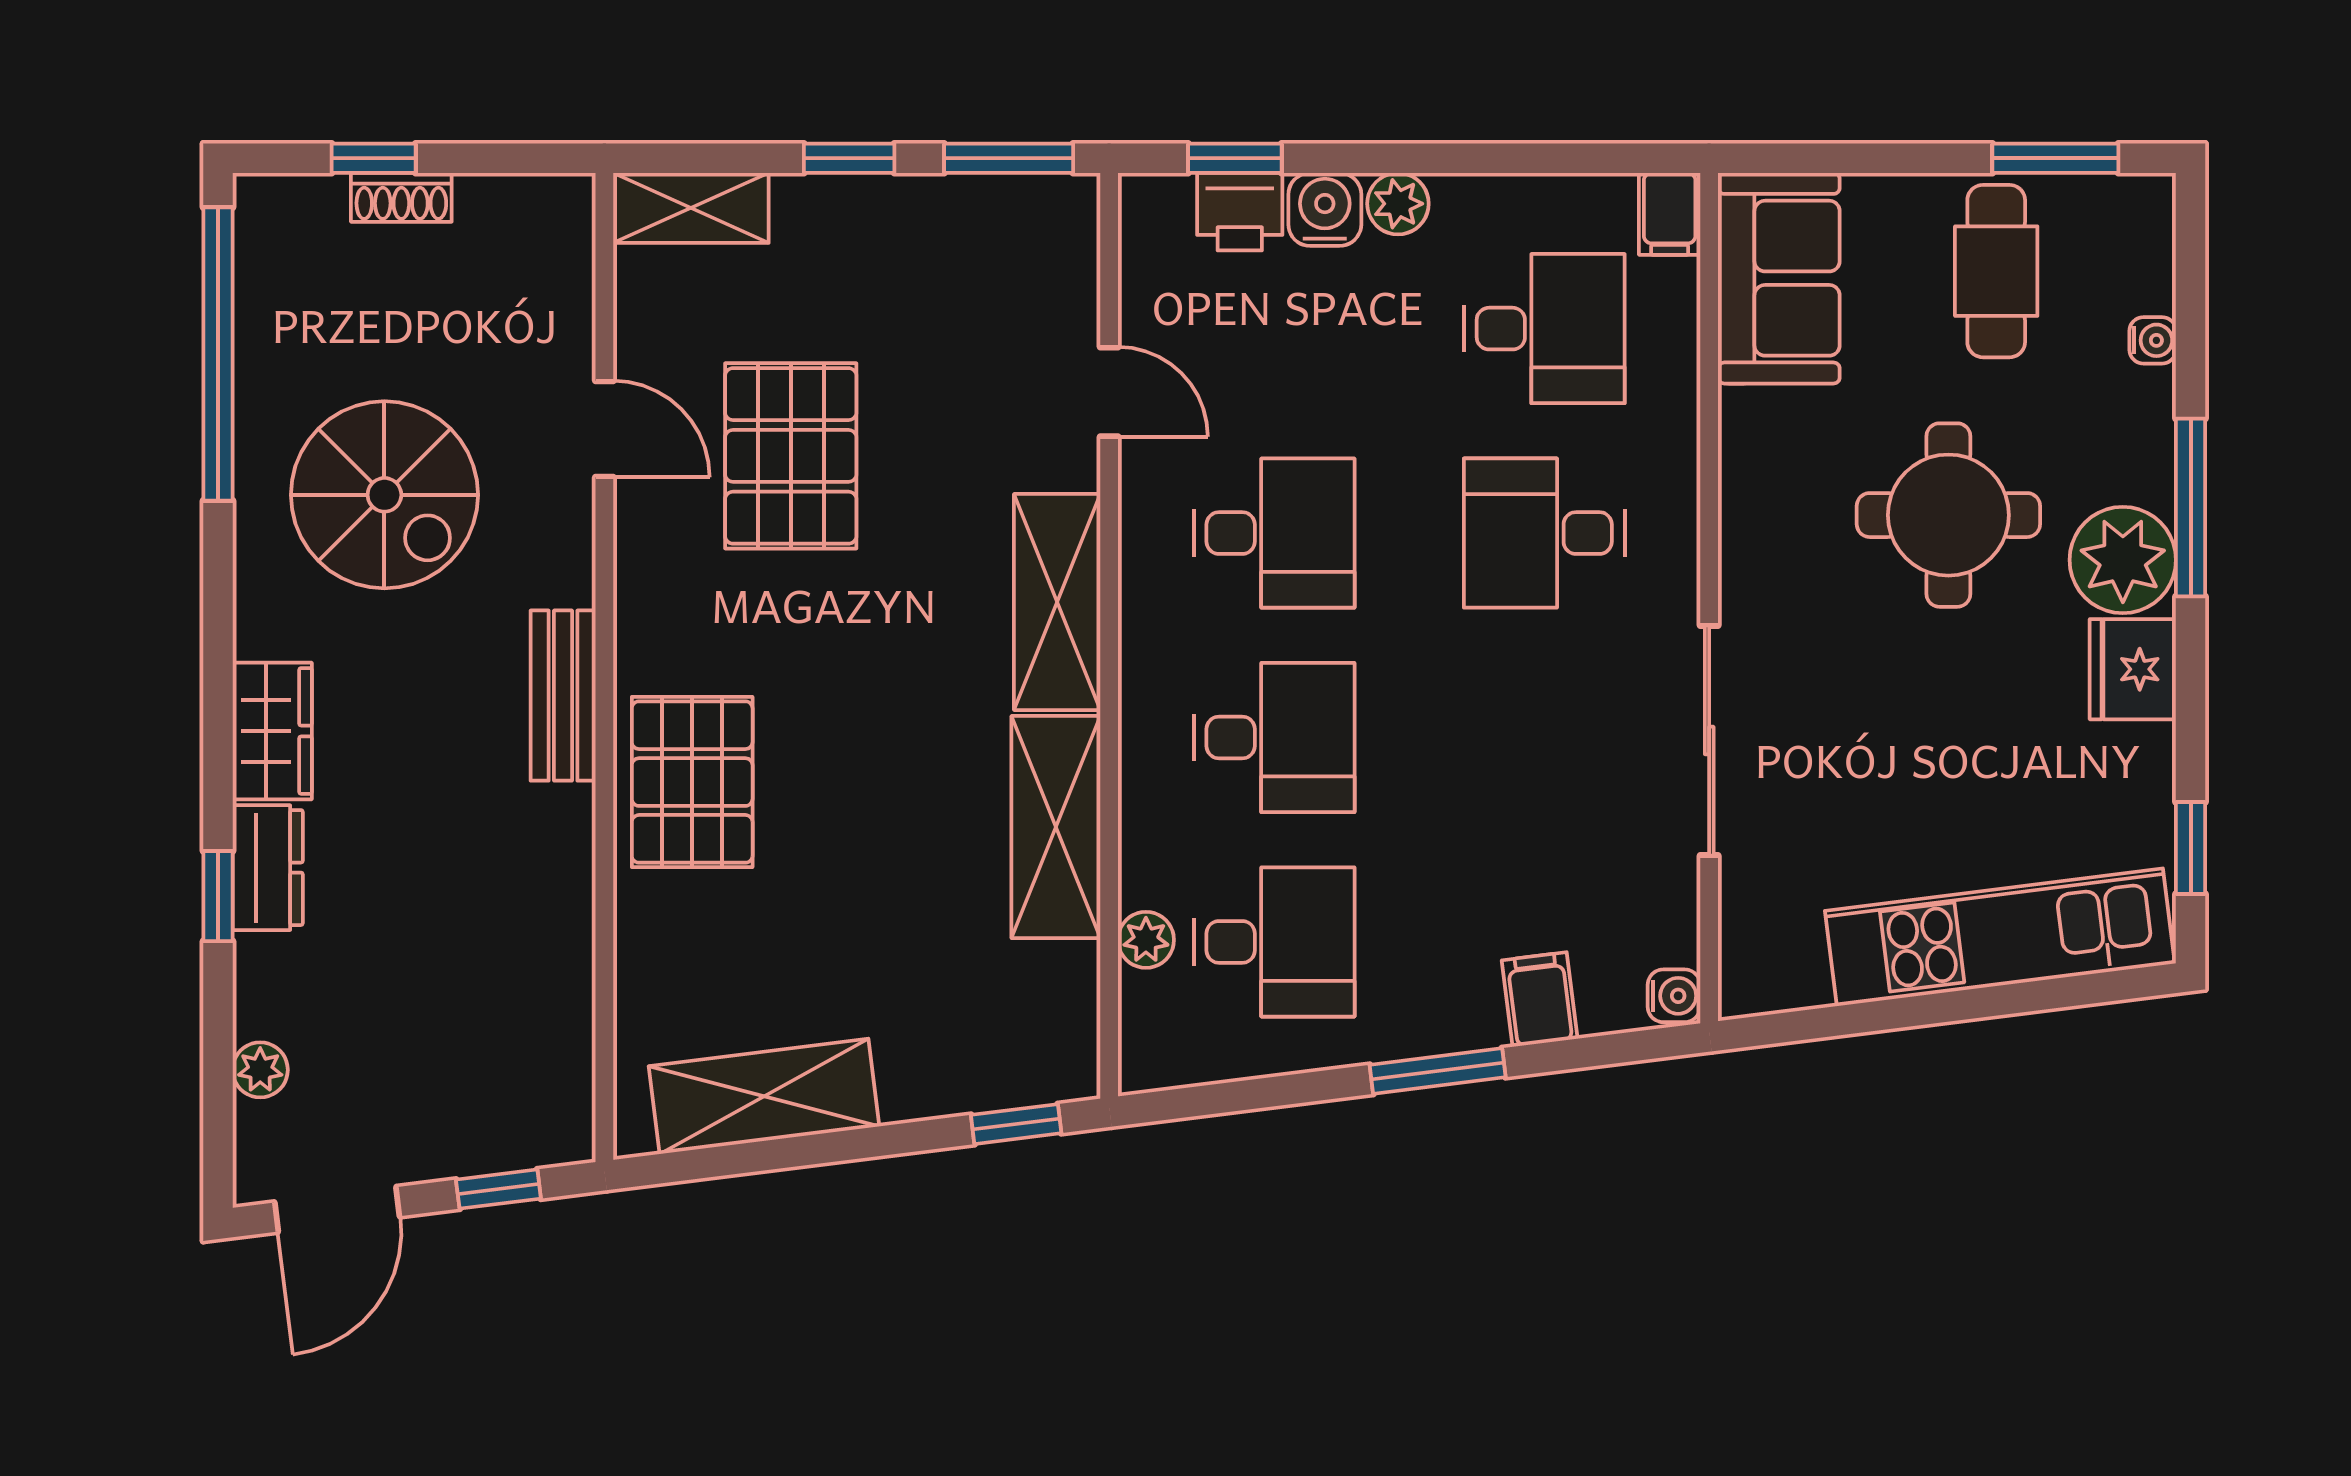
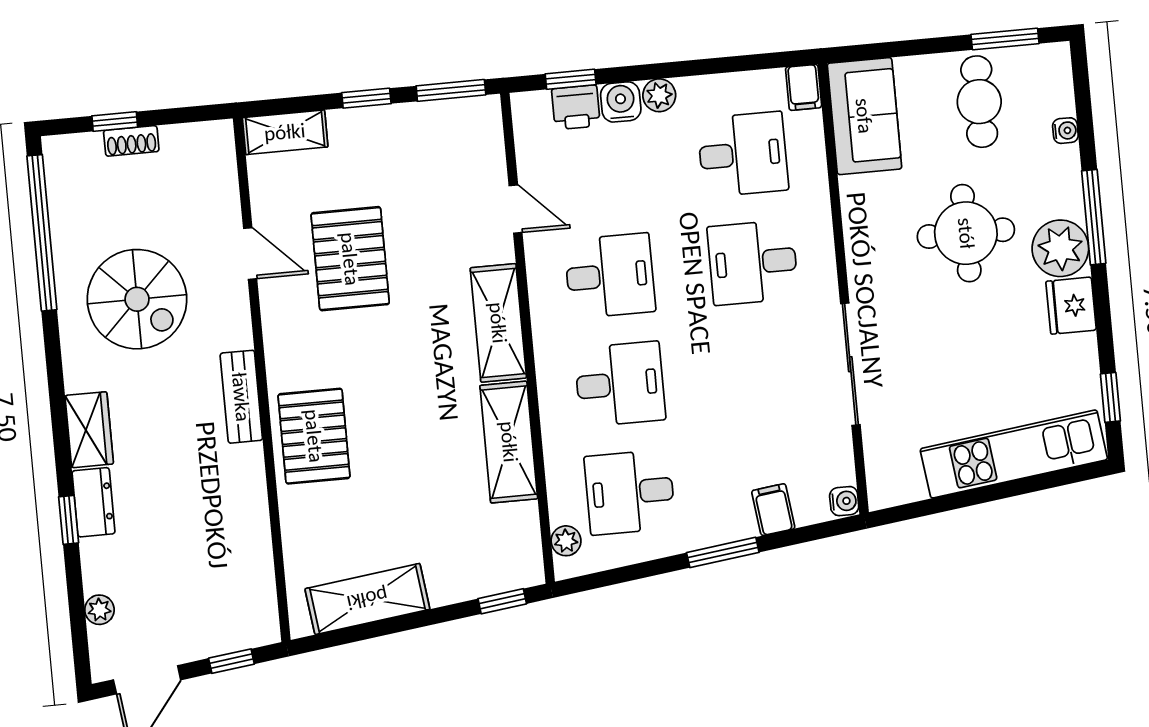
plant: (1146, 940) -> (566, 541), moved
desk: (1274, 942) -> (630, 492), turned 180

